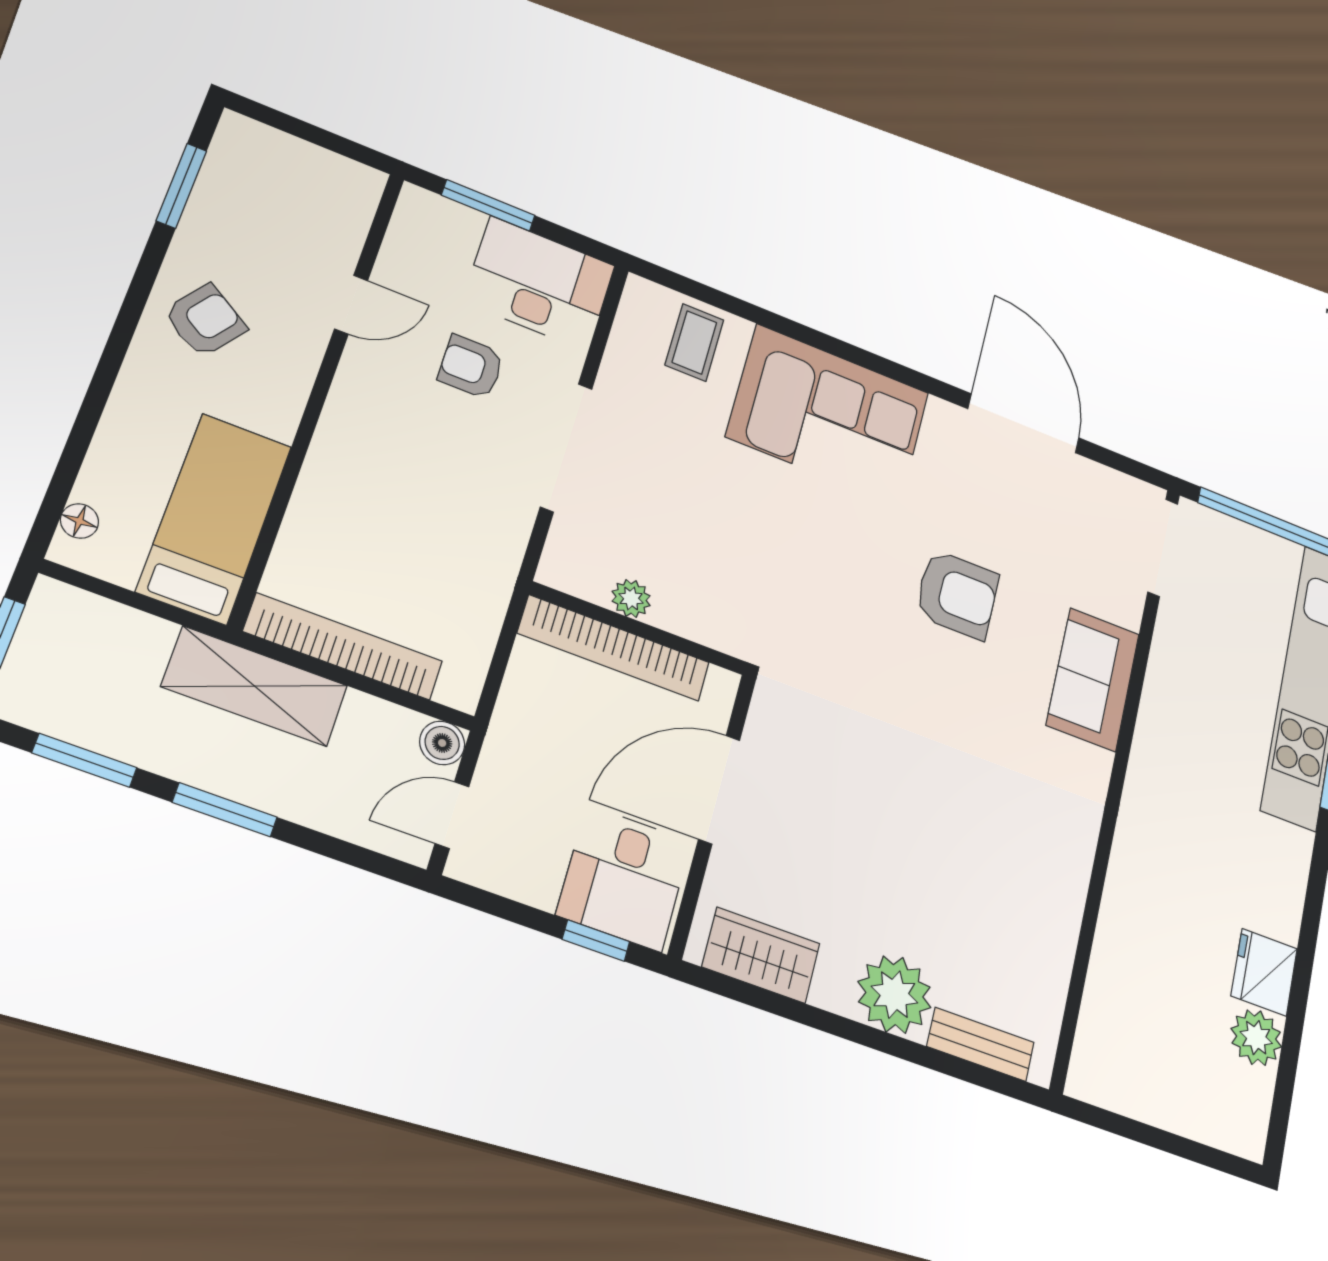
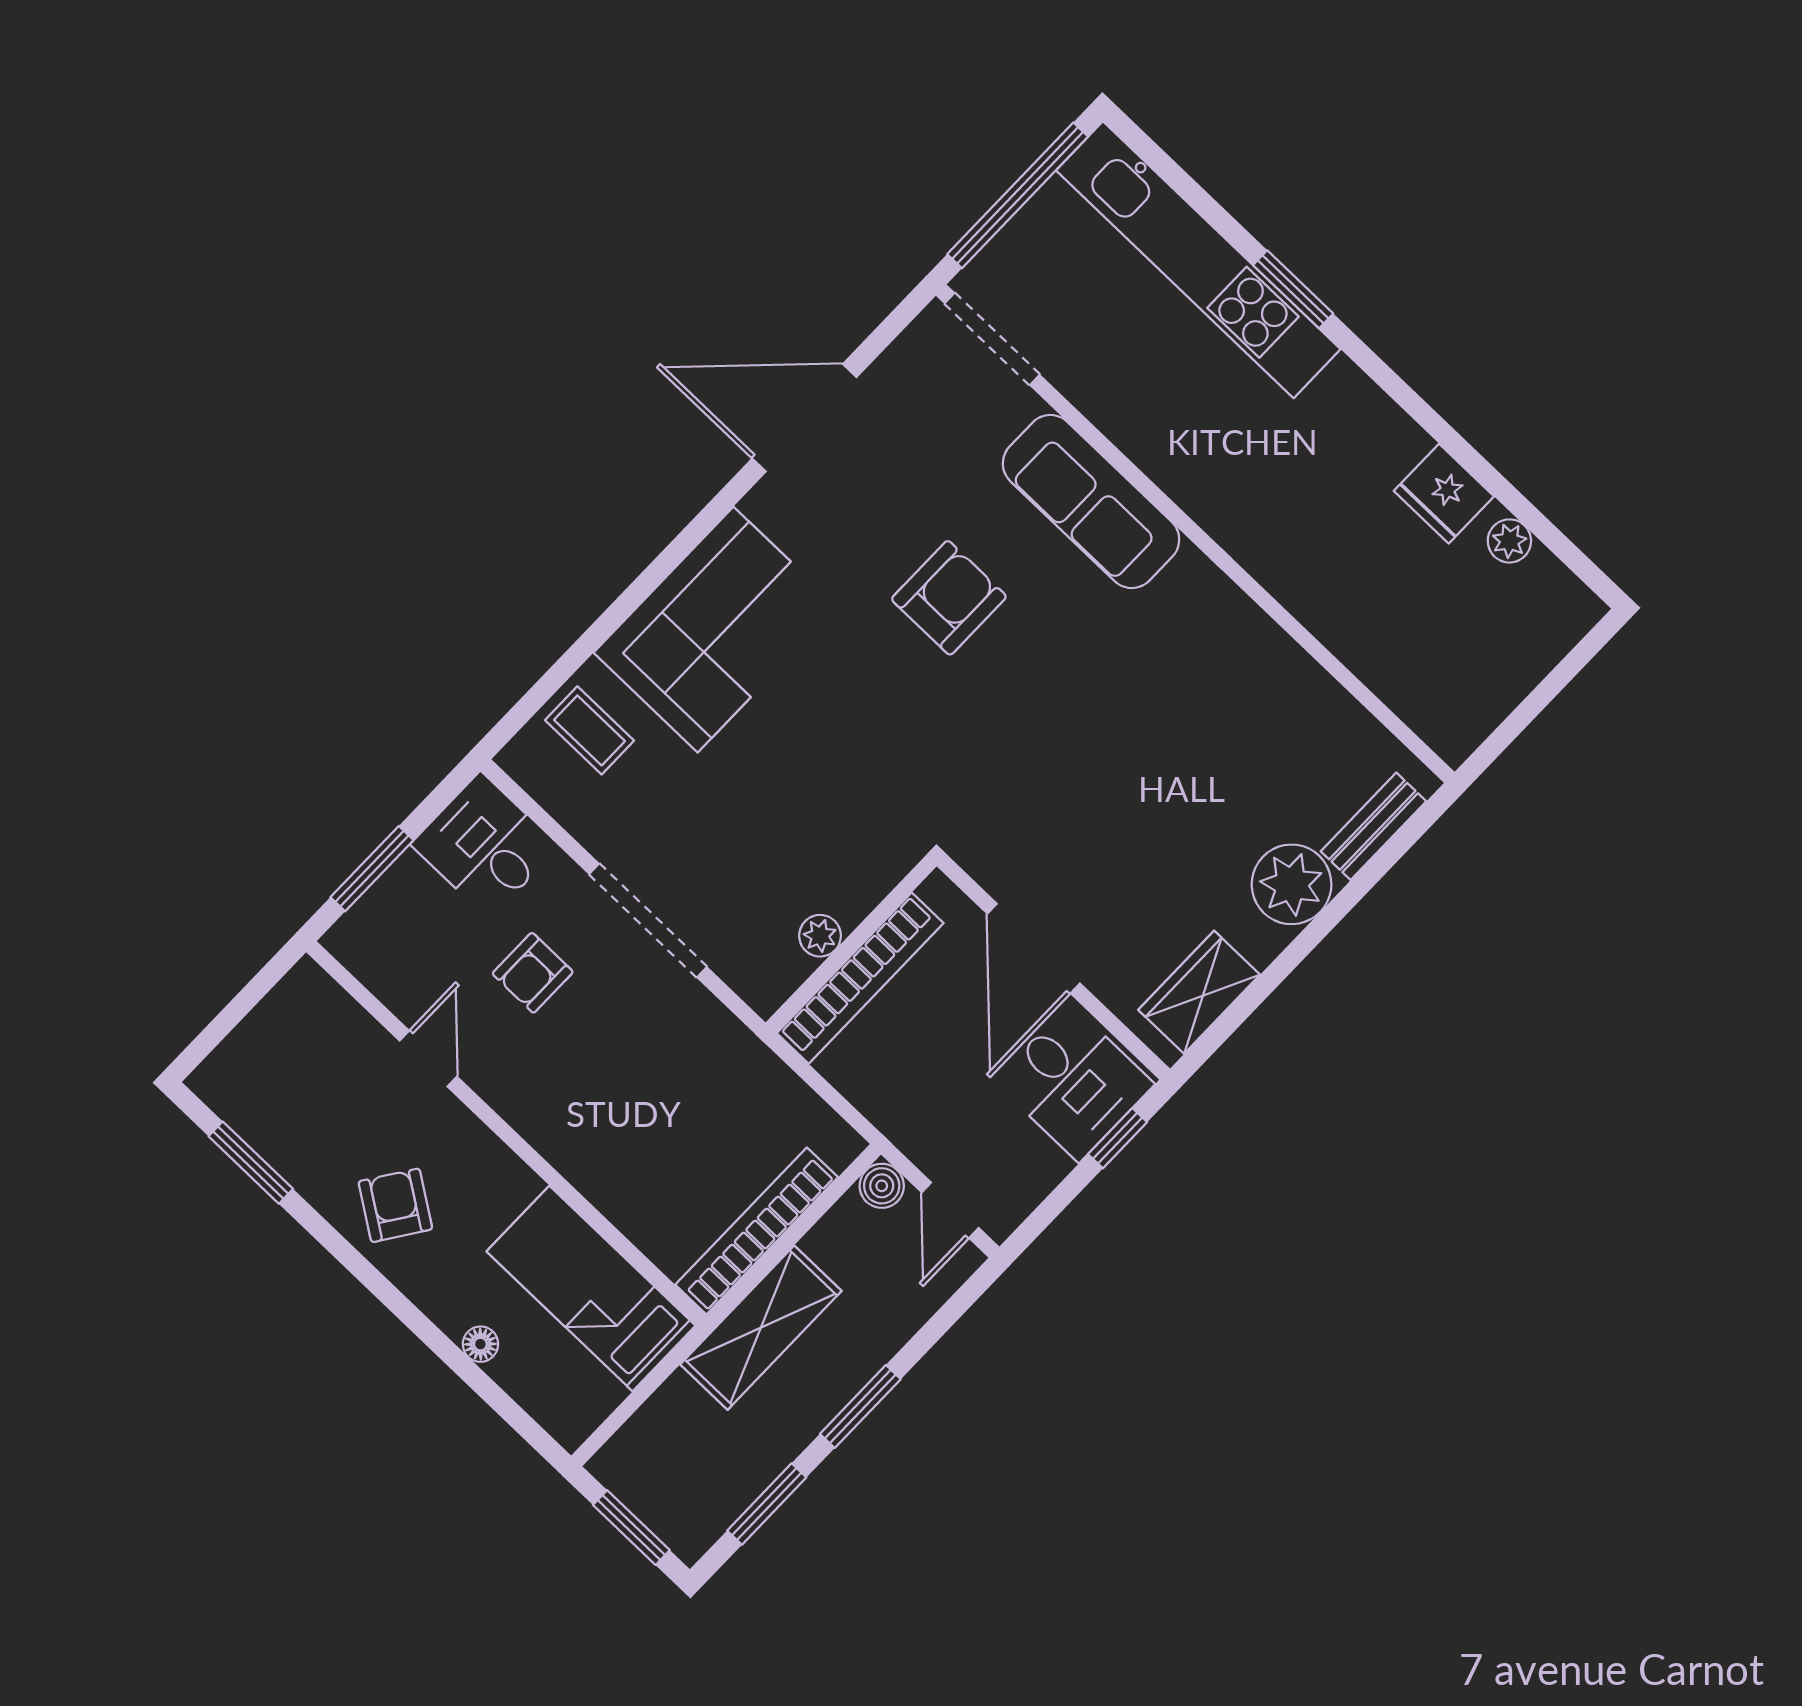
desk: (539, 283) -> (485, 846), width x0.73
floor lamp: (79, 521) -> (480, 1344), moved
sofa: (1093, 679) -> (1091, 502), width x1.36
plant: (1256, 1038) -> (1509, 541), width x0.73, depth x0.73

